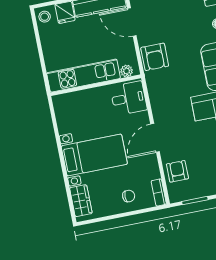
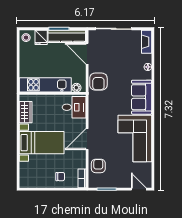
wardrobe: (81, 201) -> (26, 112), moved

